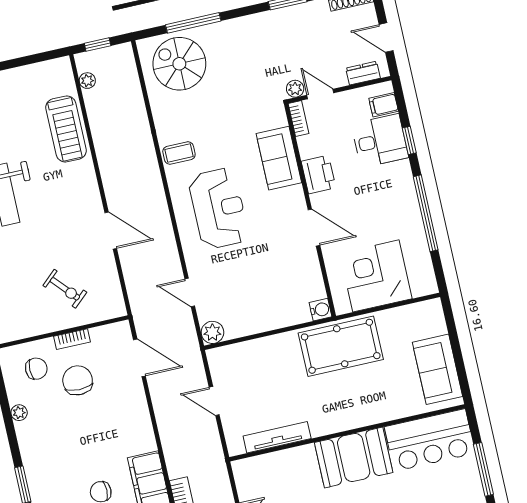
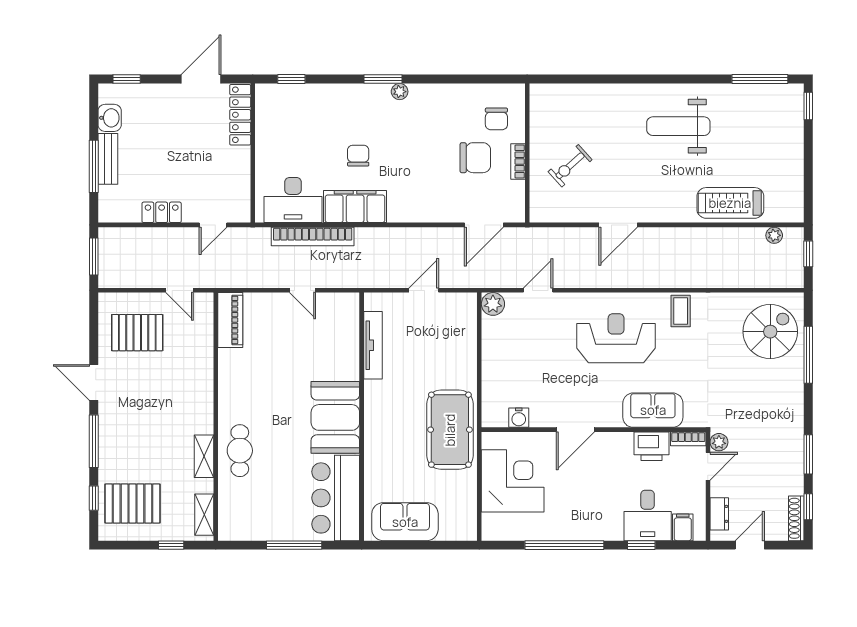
printer: (319, 174) -> (652, 446), moved
reception desk: (219, 208) -> (616, 338), turned 180
water cooler: (320, 310) -> (519, 418), moved
plant: (19, 413) -> (400, 92), moved

